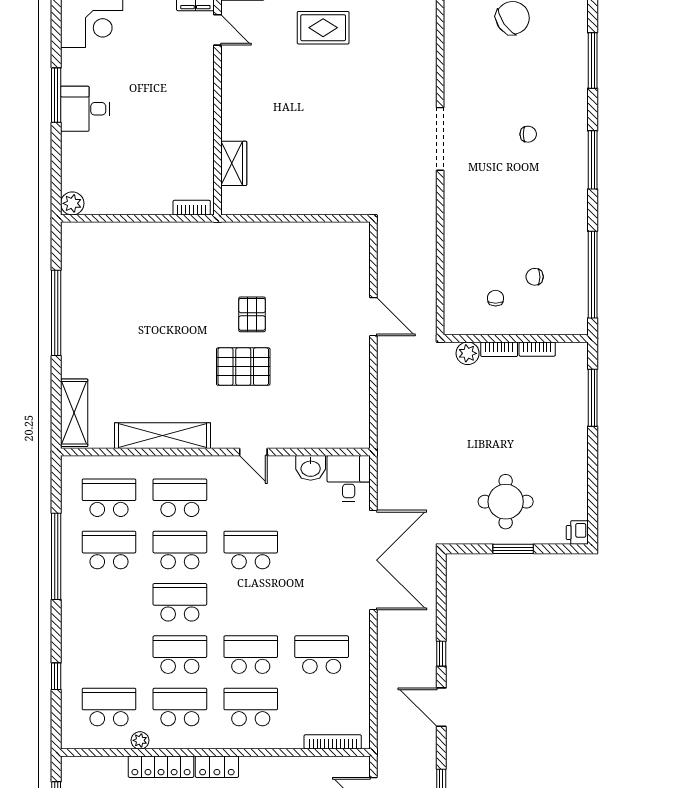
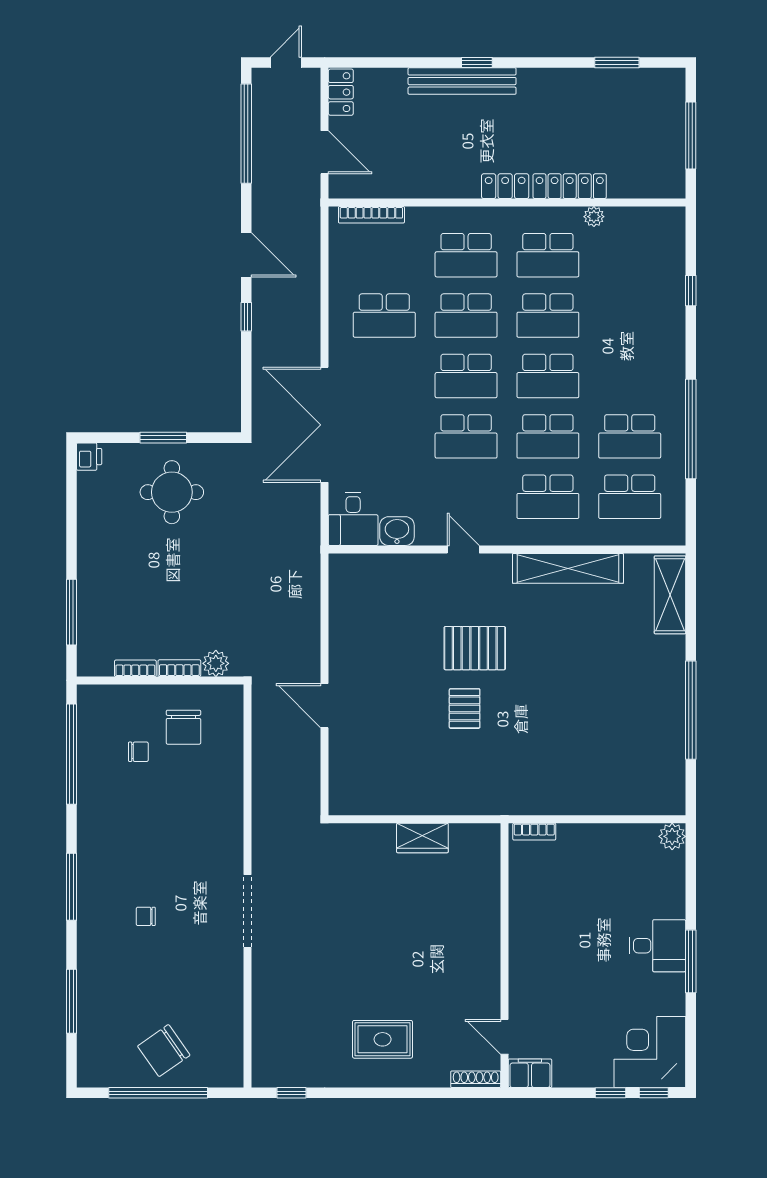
wardrobe: (234, 163) -> (422, 838), moved, turned -90
chair: (496, 298) -> (183, 727), width x1.87, depth x1.87
school desk: (109, 707) -> (466, 376), moved

